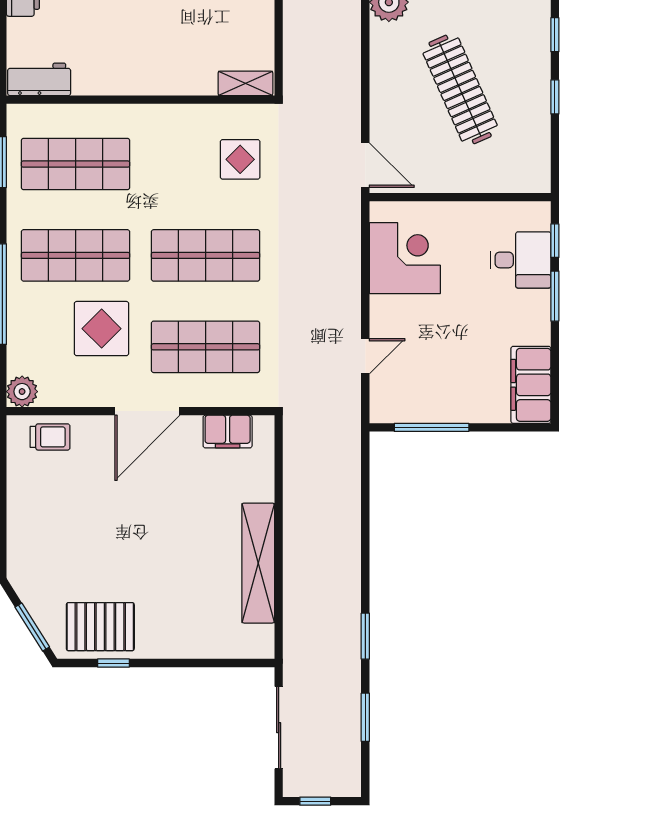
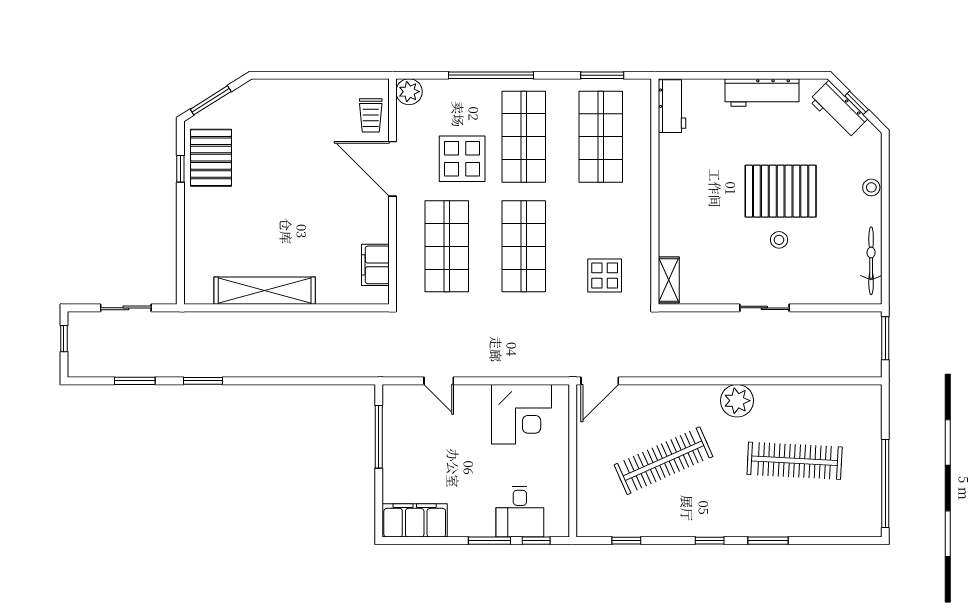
window: (555, 97) -> (626, 541), moved
door: (147, 411) -> (393, 169), moved
sliding door: (279, 728) -> (126, 308), width x0.73

